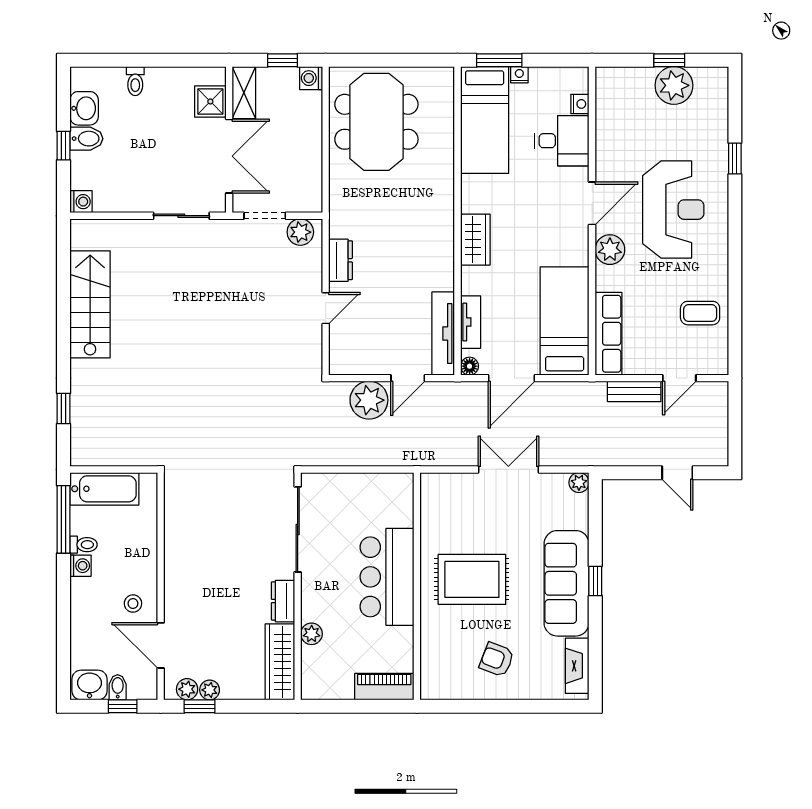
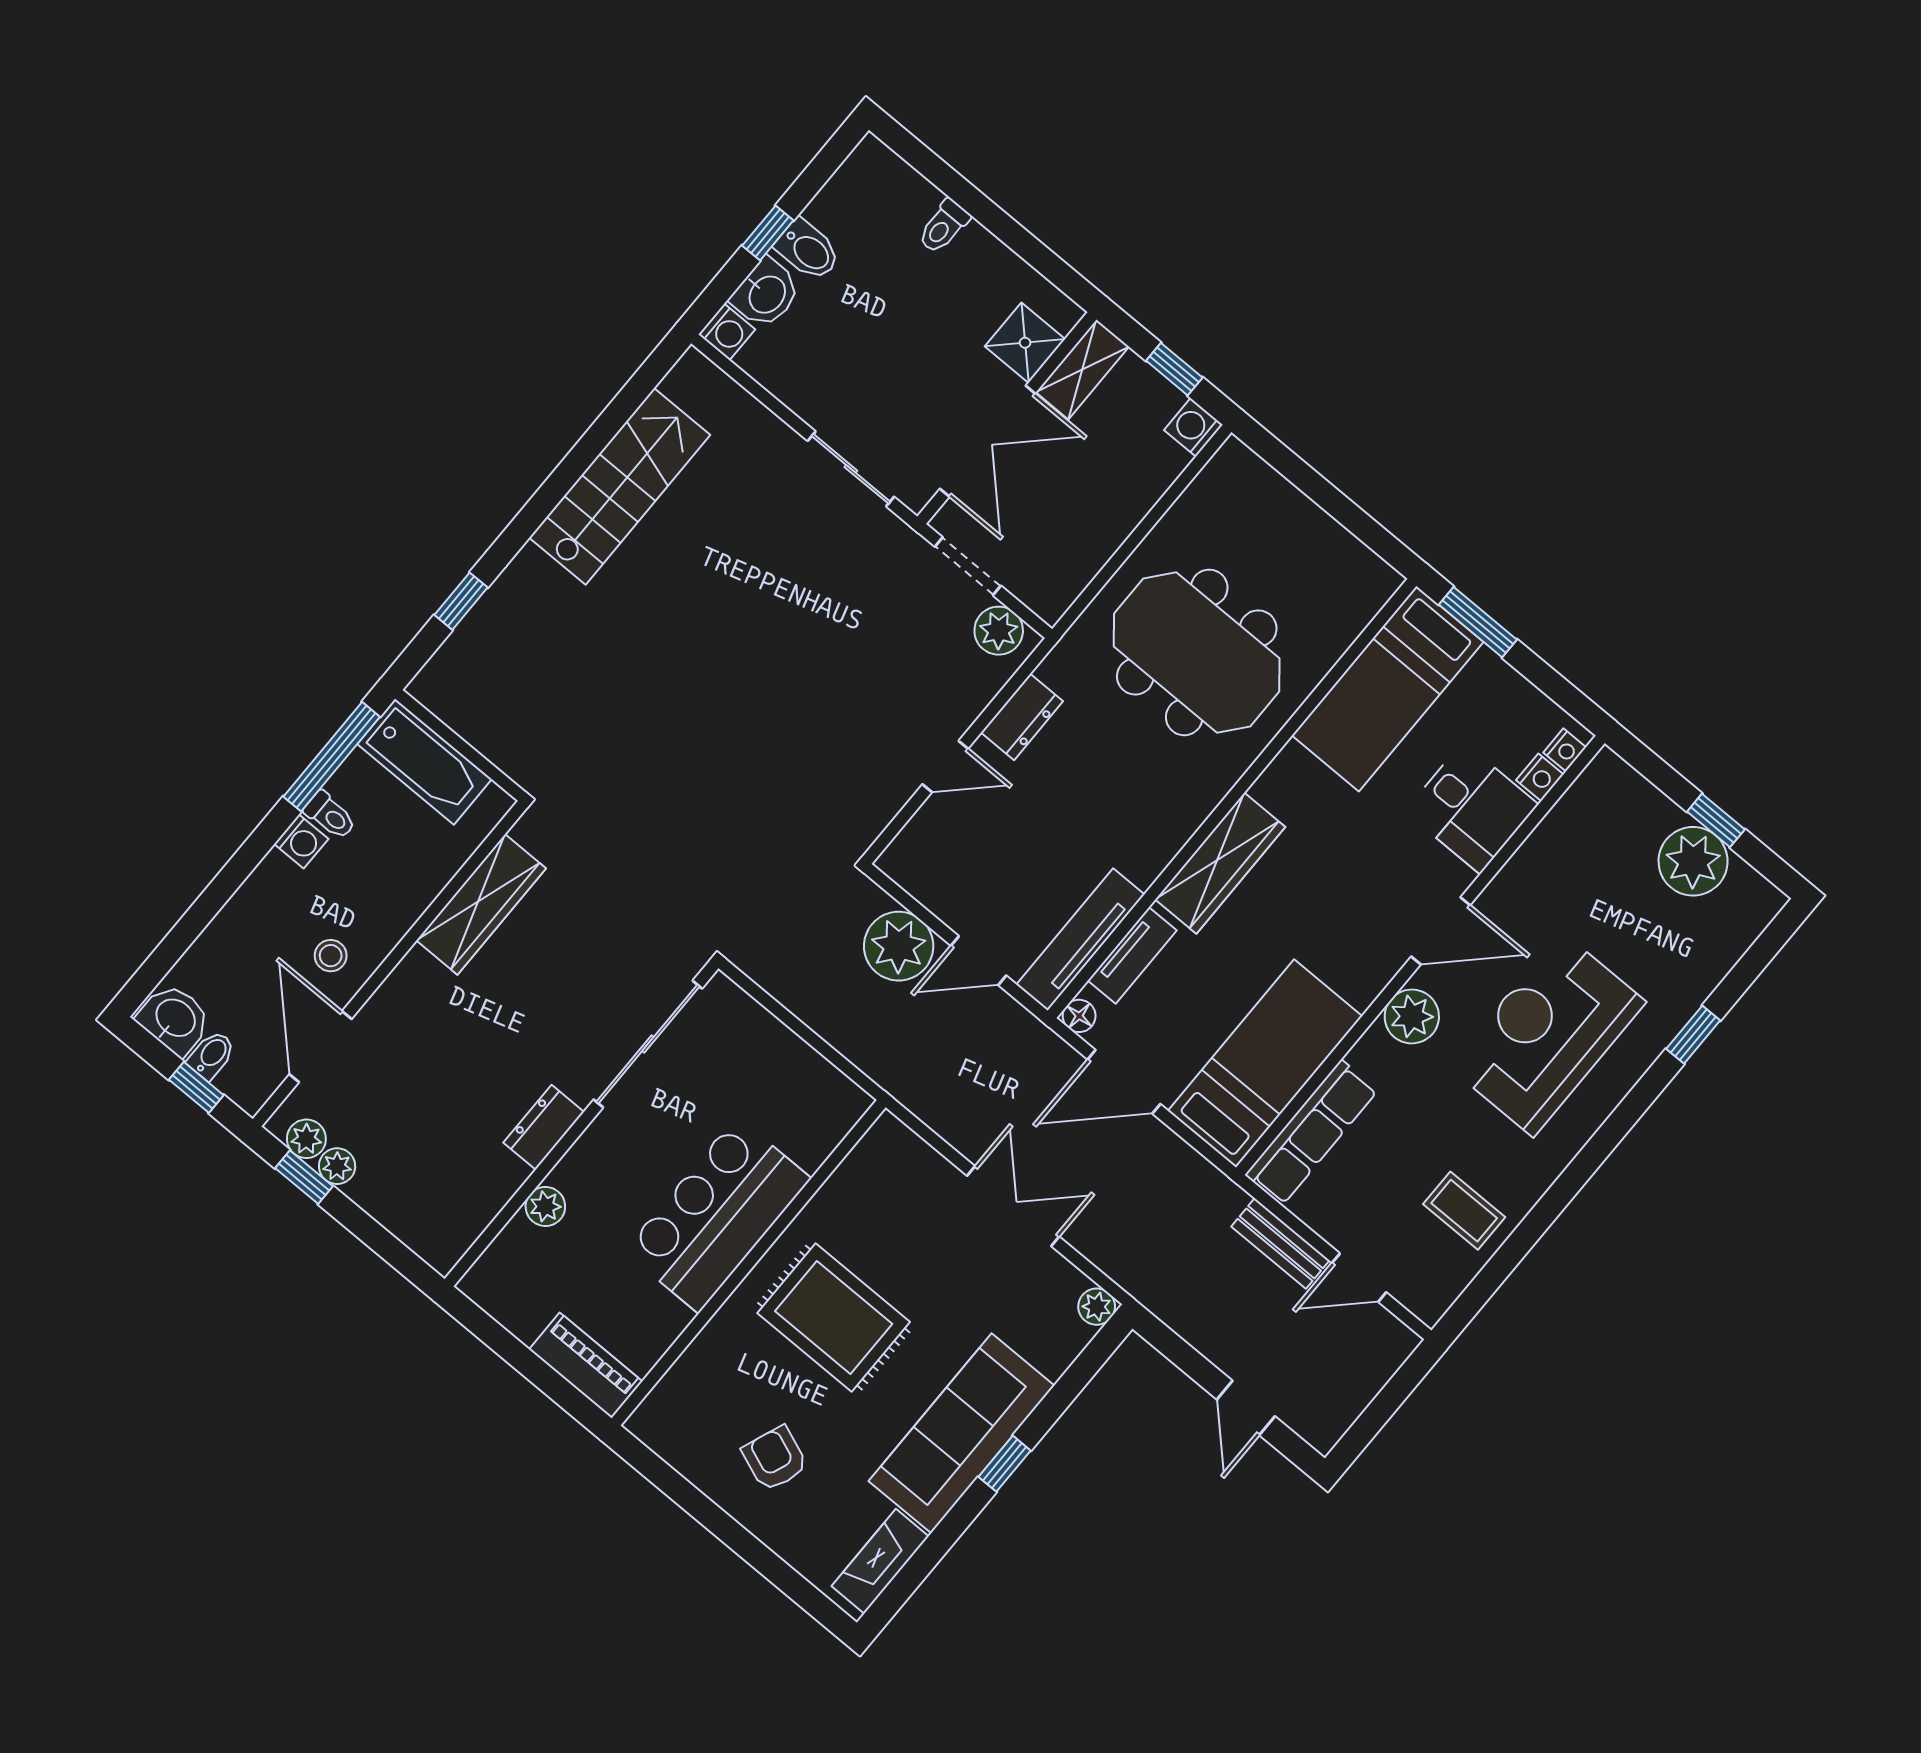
nightstand: (519, 75) -> (1565, 750), moved, turned 90
washbasin: (84, 108) -> (766, 294), moved
meeting table: (376, 122) -> (1197, 652), moved, turned 90
reception desk: (673, 210) -> (1547, 1034), turned 180
wardrobe: (475, 240) -> (1220, 863), width x1.50
wardrobe: (280, 662) -> (481, 904), moved, turned 180

